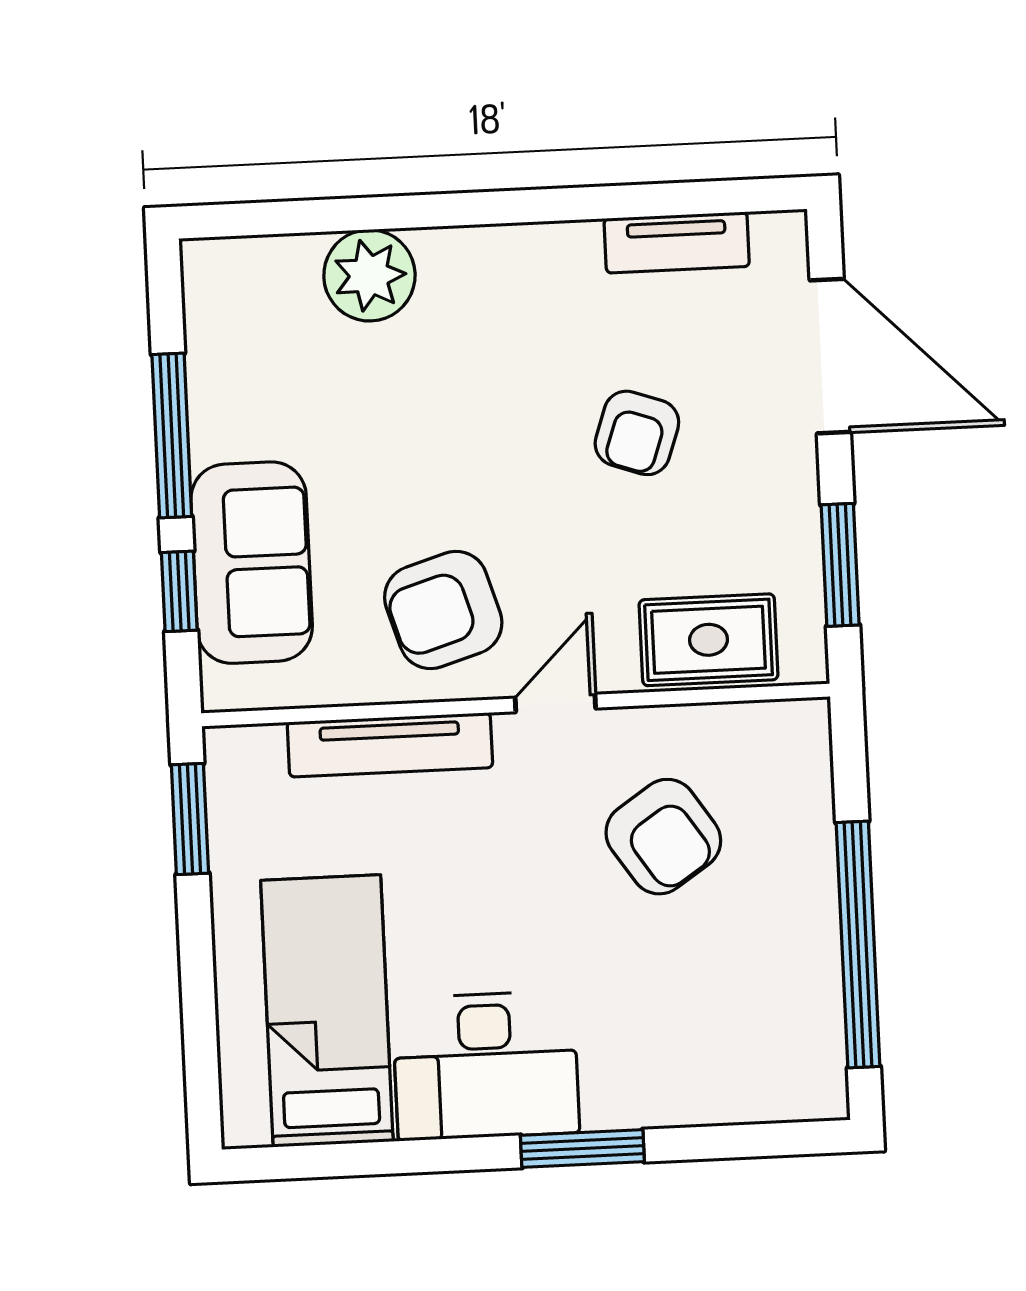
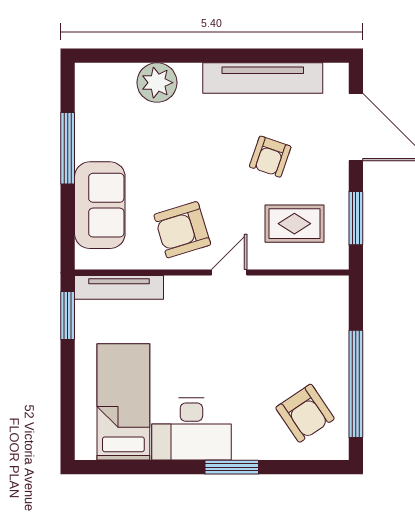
tv unit: (677, 243) -> (263, 78), width x1.92, depth x1.29
window: (179, 591) -> (68, 216), removed
rug: (709, 640) -> (294, 224), moved
tv unit: (390, 745) -> (119, 287), moved
armchair: (663, 837) -> (305, 413), moved

